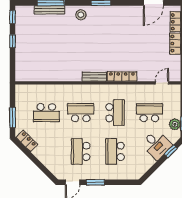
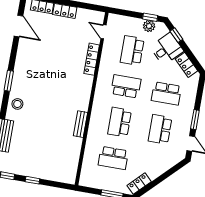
locker: (122, 76) -> (92, 59), moved
bench: (94, 77) -> (80, 124), moved
school desk: (46, 113) -> (113, 158), turned 90
school desk: (81, 151) -> (160, 129), turned 90
locker: (145, 166) -> (187, 65), added

